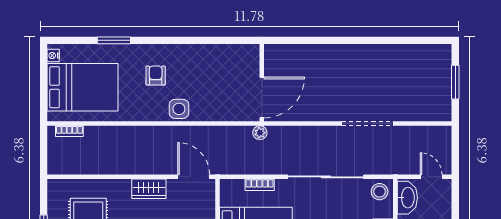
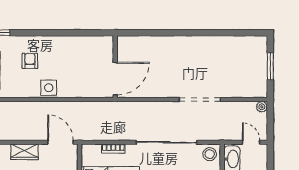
plant: (260, 133) -> (262, 107), moved

